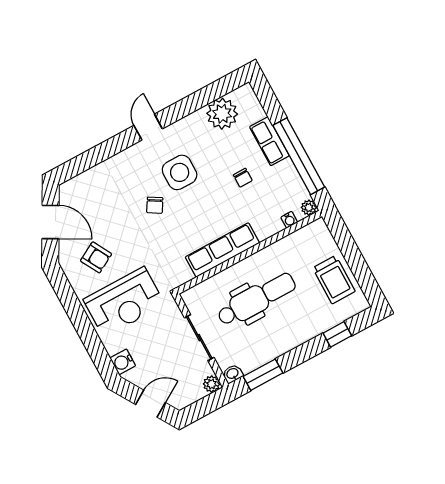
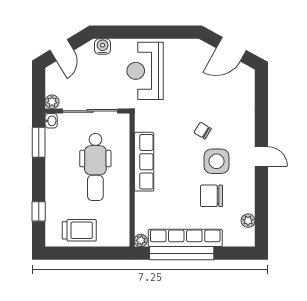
plant: (222, 114) -> (248, 221), width x0.53, depth x0.53
row of seats: (269, 141) -> (185, 238), width x2.02
chair: (243, 178) -> (211, 196), moved, width x1.87, depth x1.87
water cooler: (289, 220) -> (140, 222), removed
armchair: (96, 257) -> (188, 68), removed
trolley: (334, 280) -> (79, 230), turned 180
sliding door: (199, 338) -> (90, 111), width x1.37

